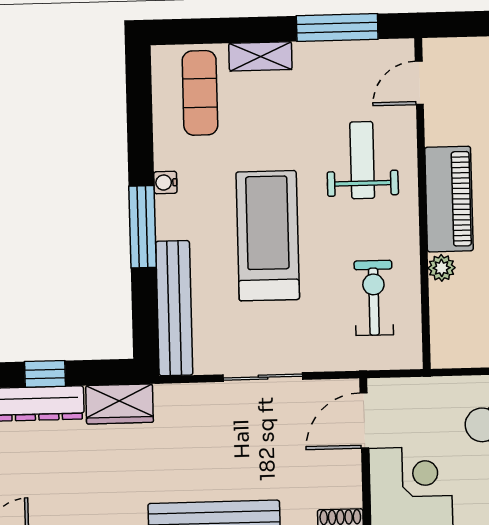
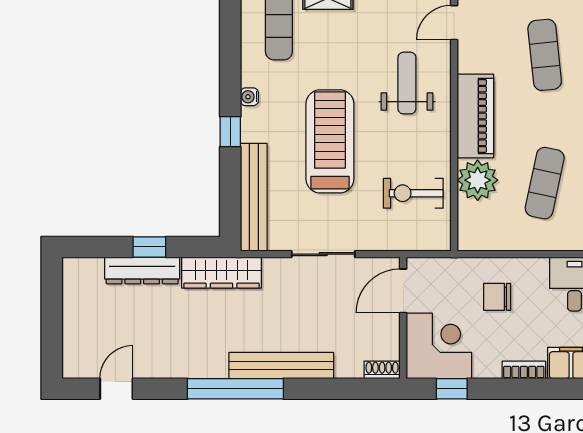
window: (143, 227) -> (230, 132), width x0.46
plant: (442, 268) -> (478, 180), width x1.88, depth x1.88
exercise bike: (374, 298) -> (413, 193), turned -90
wardrobe: (120, 404) -> (221, 273), width x1.50

